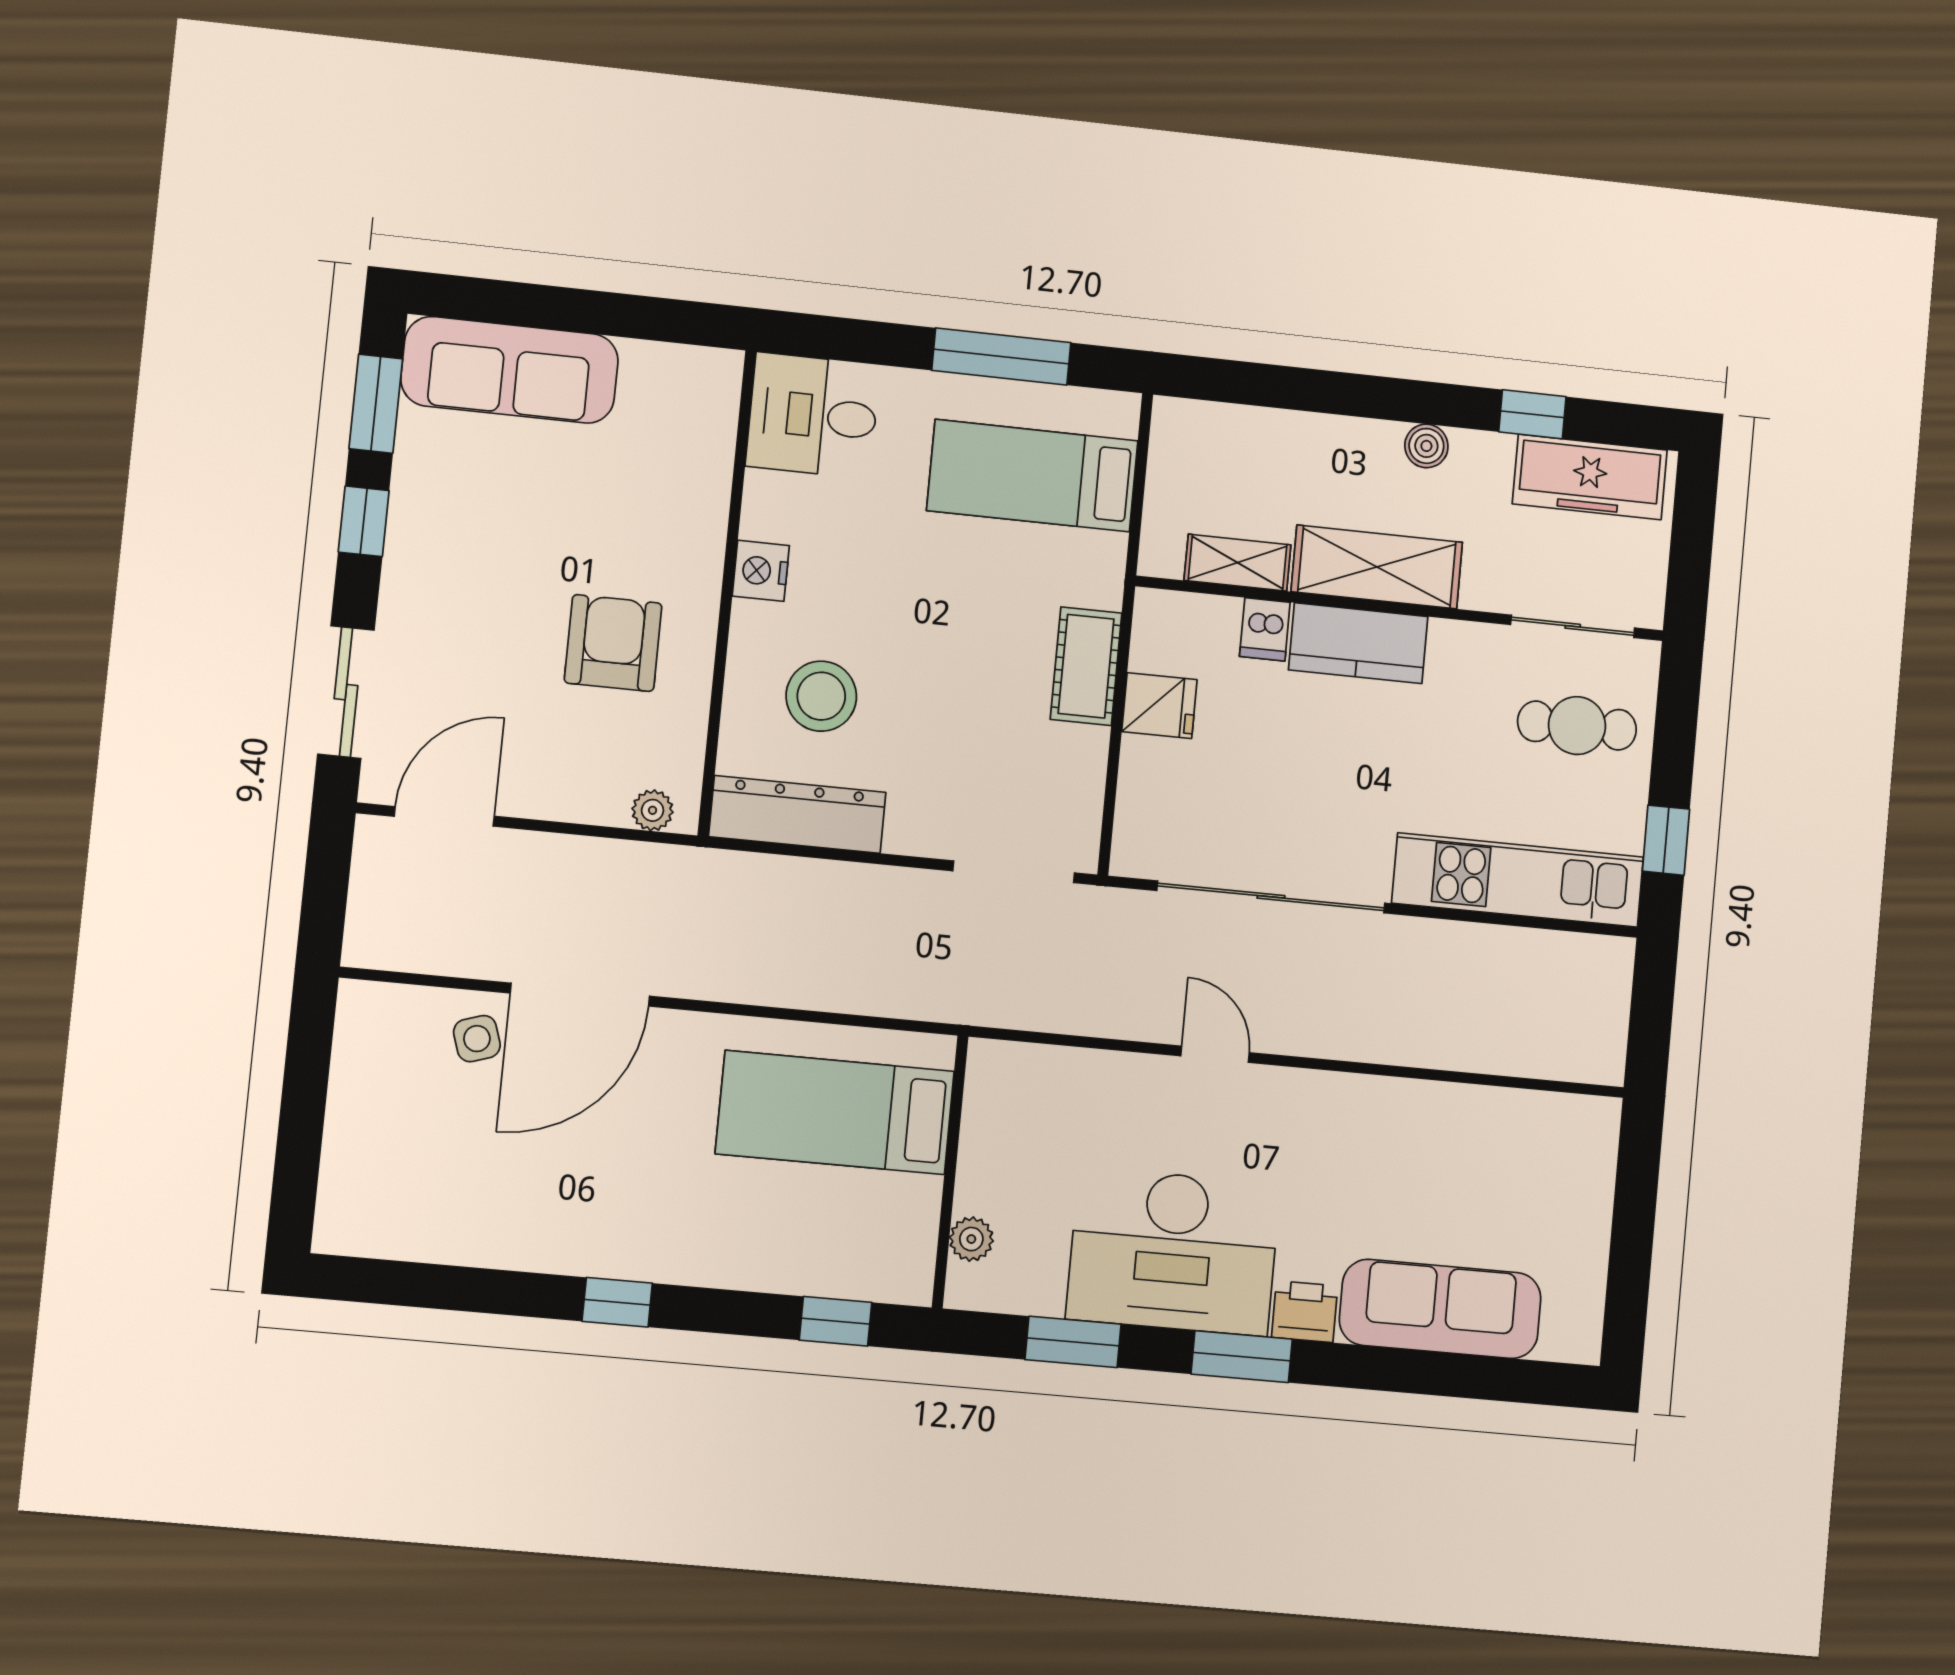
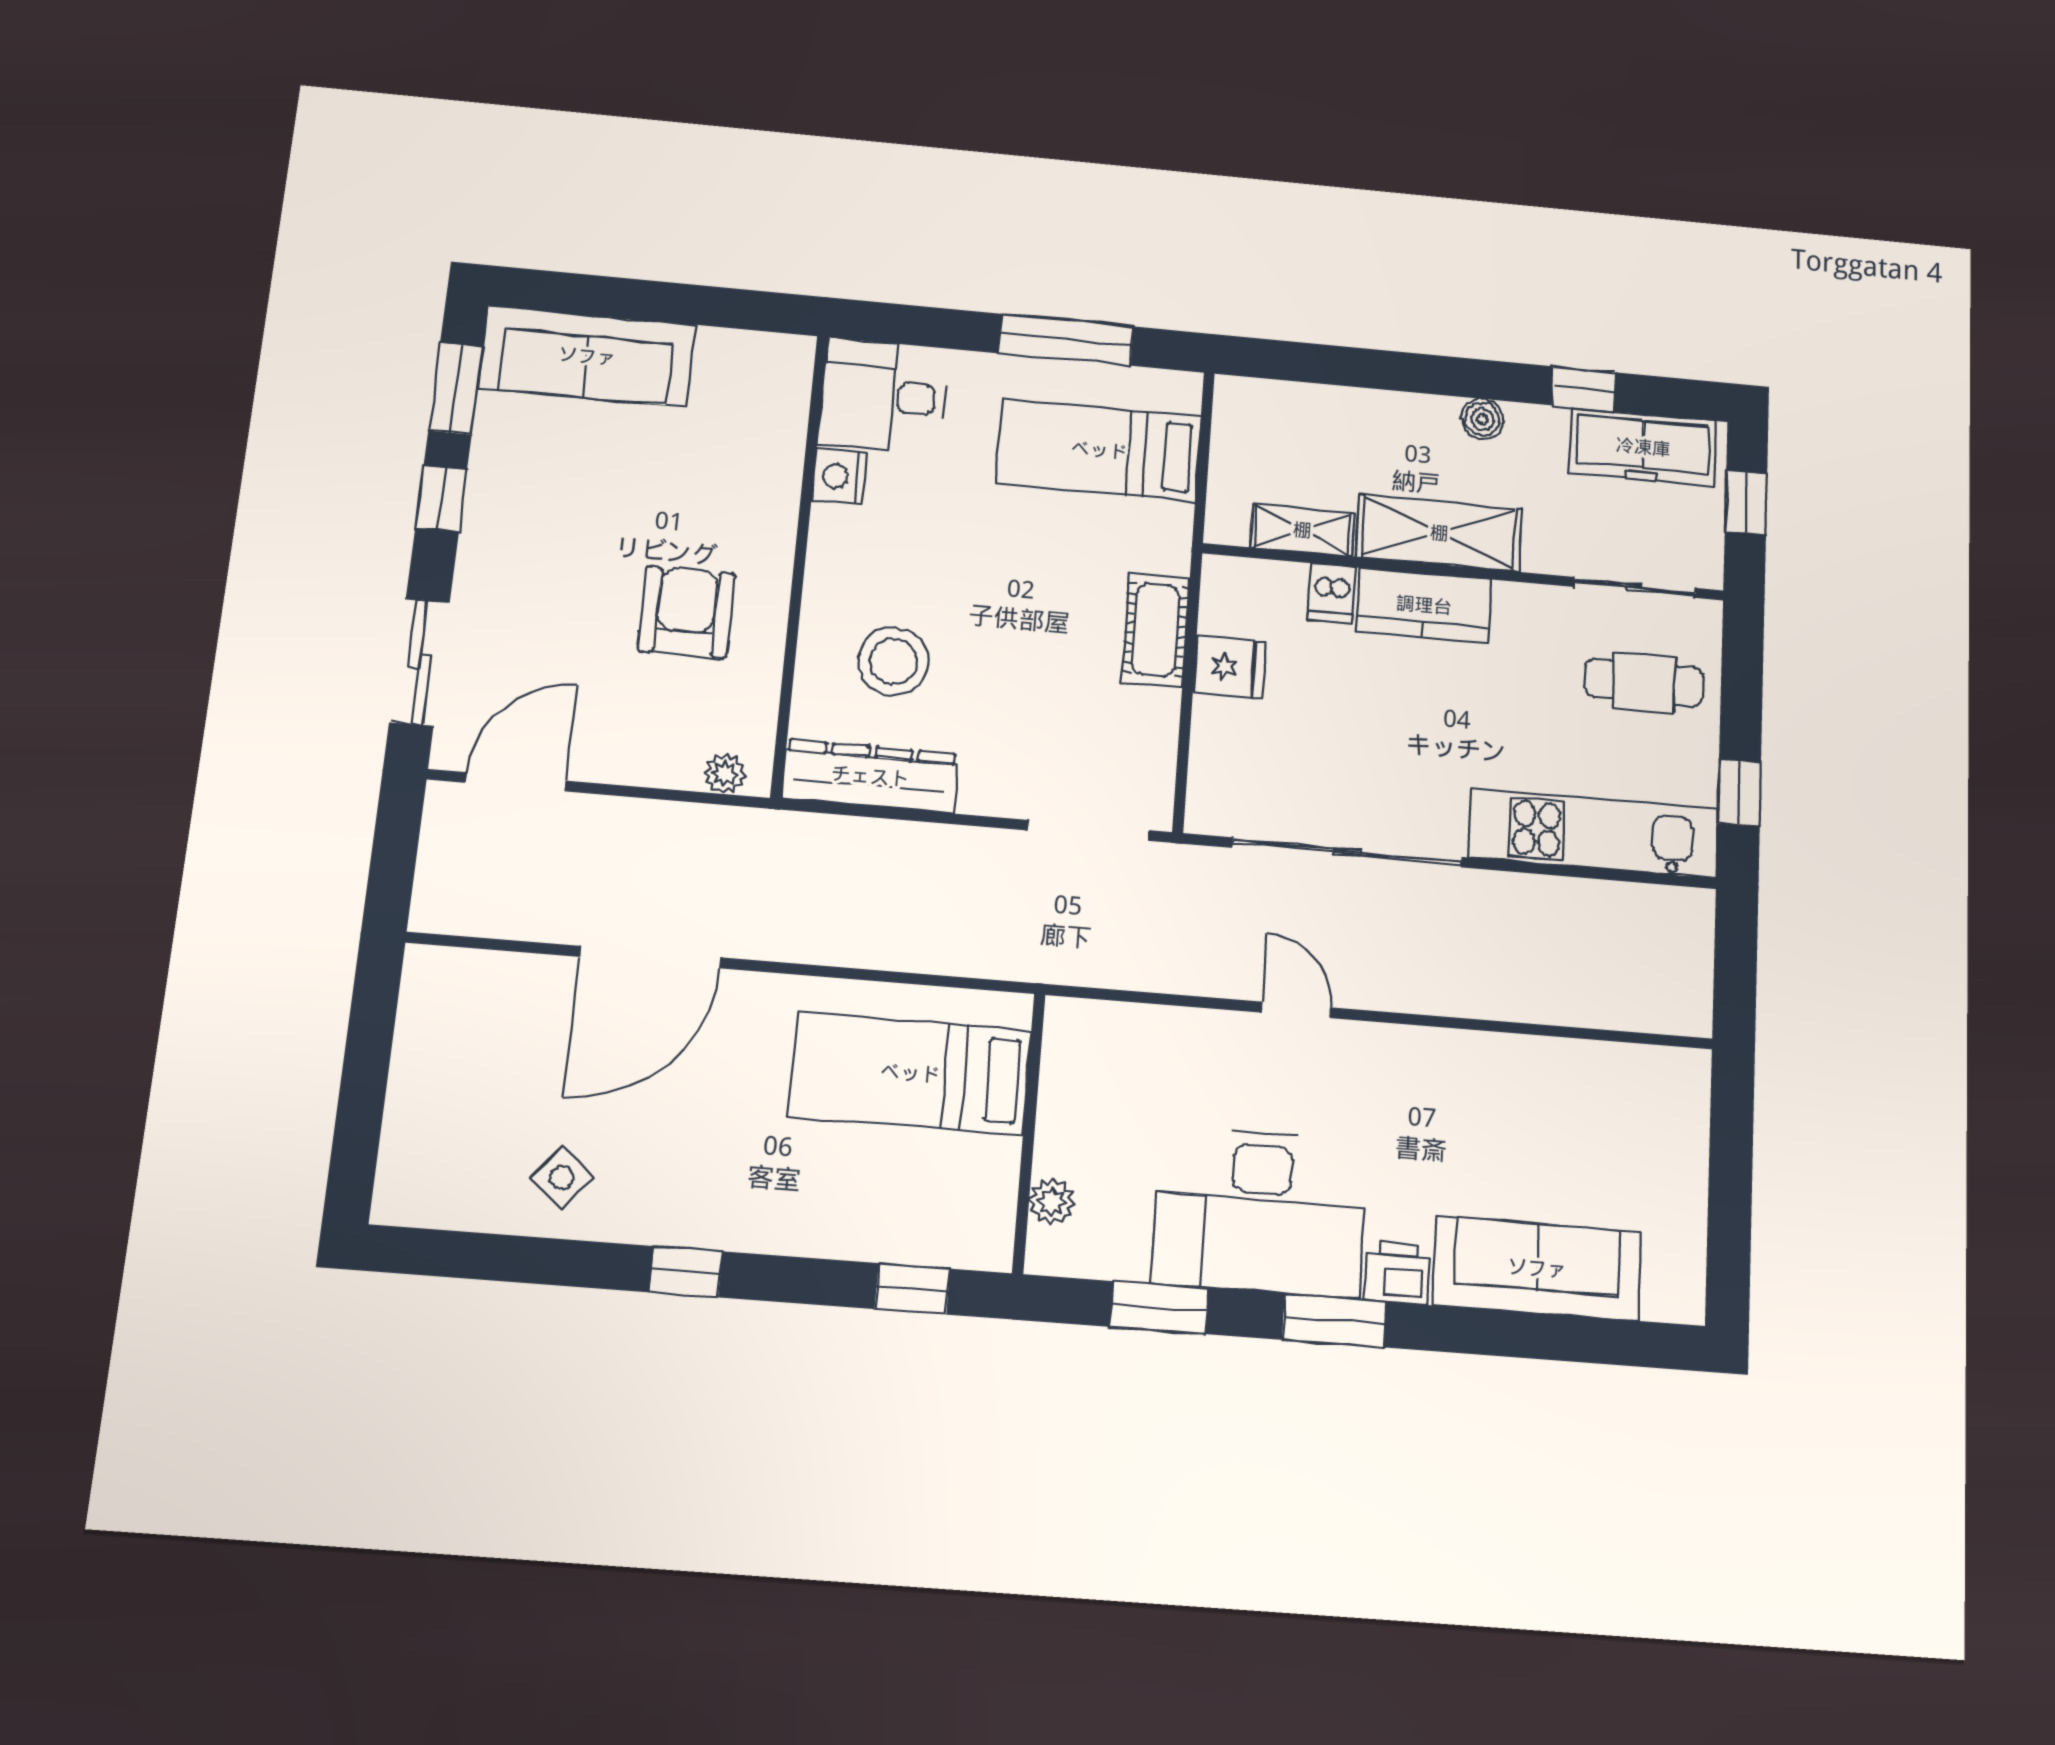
window: (1692, 538) -> (1746, 503), added
nightstand: (761, 571) -> (839, 476), moved
side table: (477, 1039) -> (562, 1177), moved, turned -32

